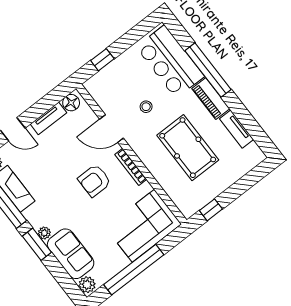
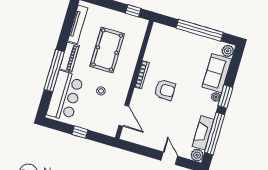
window: (102, 60) -> (80, 132), moved
floor lamp: (71, 103) -> (130, 136), removed
tv unit: (48, 118) -> (148, 142), removed
door: (112, 129) -> (124, 116), moved
tv unit: (236, 129) -> (78, 24), width x1.41
corner sofa: (143, 226) -> (170, 43), removed

